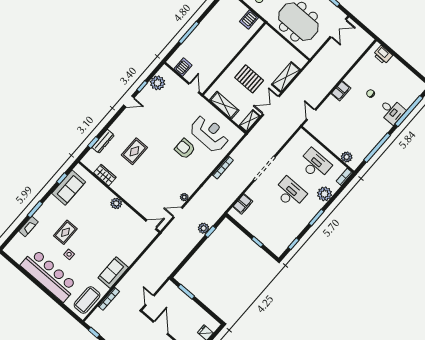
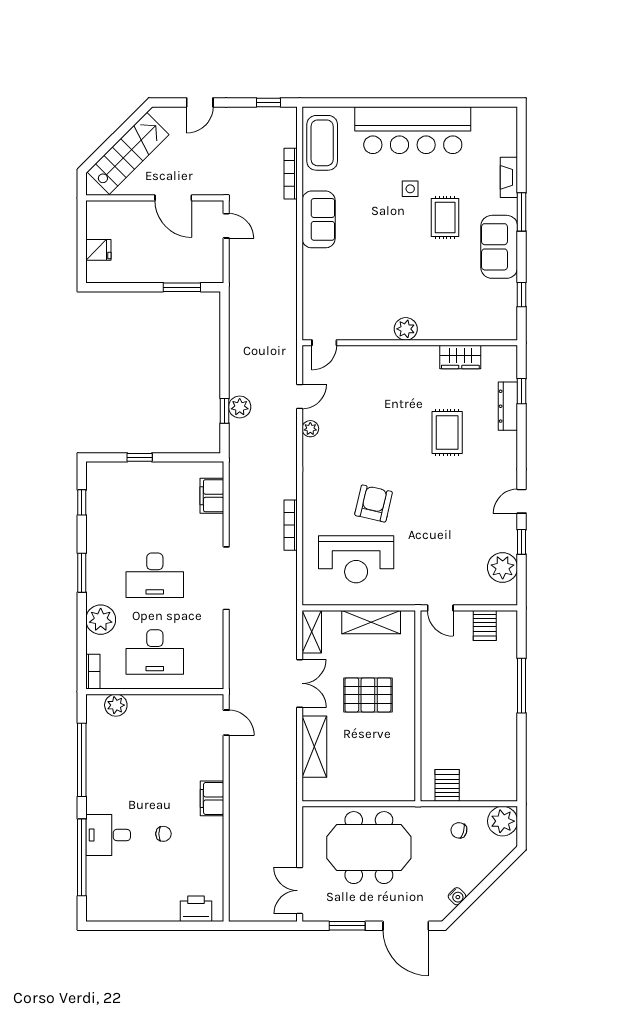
armchair: (185, 149) -> (374, 503), turned -77
sofa: (69, 188) -> (499, 247), moved

